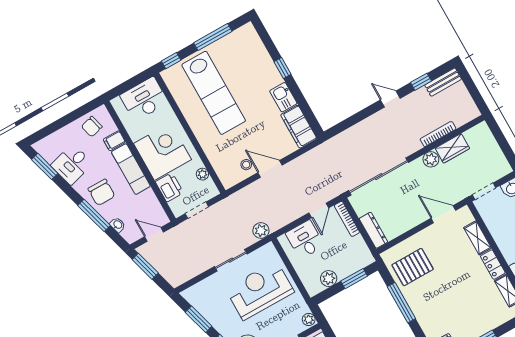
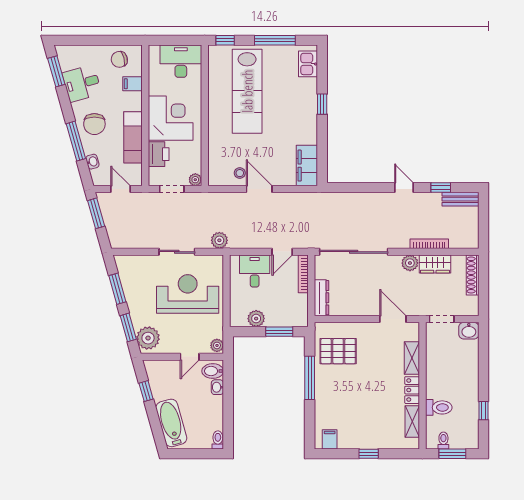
kitchen sink: (283, 97) -> (308, 64), moved
shoe rack: (489, 140) -> (473, 275), added
exam couch: (131, 169) -> (133, 137), moved
plant: (202, 174) -> (195, 180), moved

